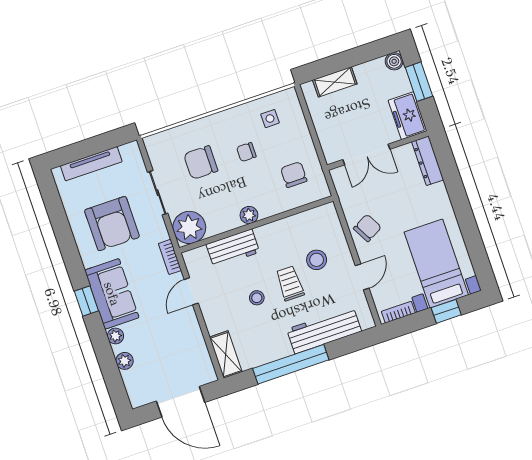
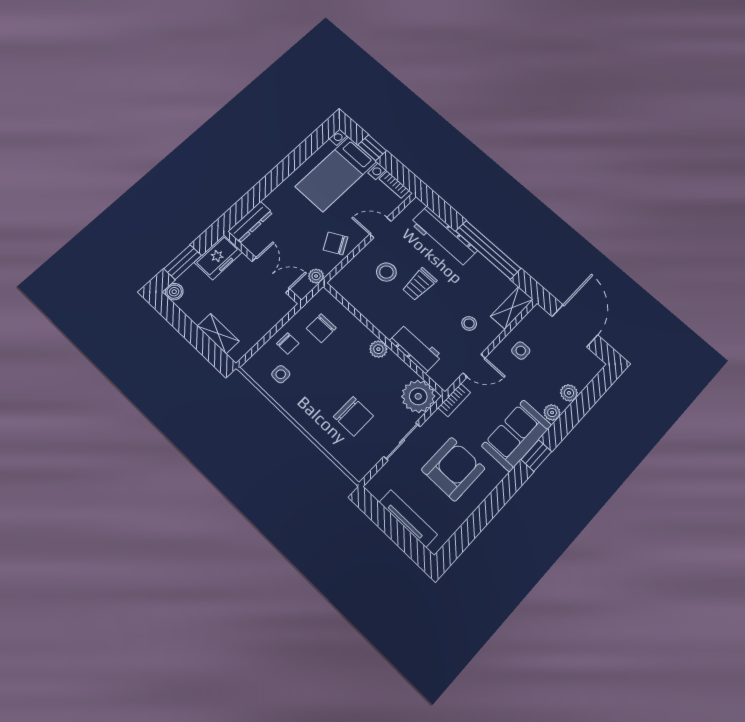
chair: (246, 152) -> (288, 343), moved
plant: (345, 195) -> (316, 276), added
stool: (257, 298) -> (469, 323), moved
side table: (183, 340) -> (521, 351), added

